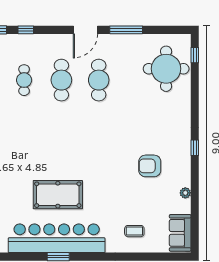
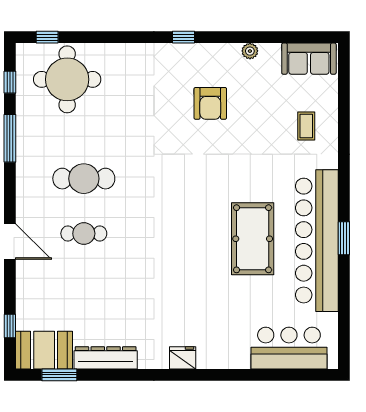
window: (26, 30) -> (10, 82), moved
door: (85, 30) -> (10, 242), moved
cafe table: (24, 80) -> (84, 288), removed
cafe table: (61, 80) -> (84, 234), width x0.73, depth x0.74

